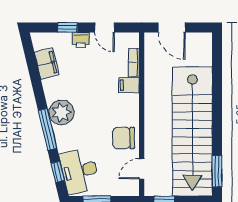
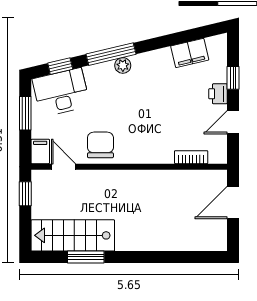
filing cabinet: (129, 85) -> (40, 151), moved
plant: (61, 112) -> (123, 65), width x0.53, depth x0.53
stairs: (192, 131) -> (73, 235), width x0.54, depth x0.66
window: (217, 171) -> (86, 257), moved

